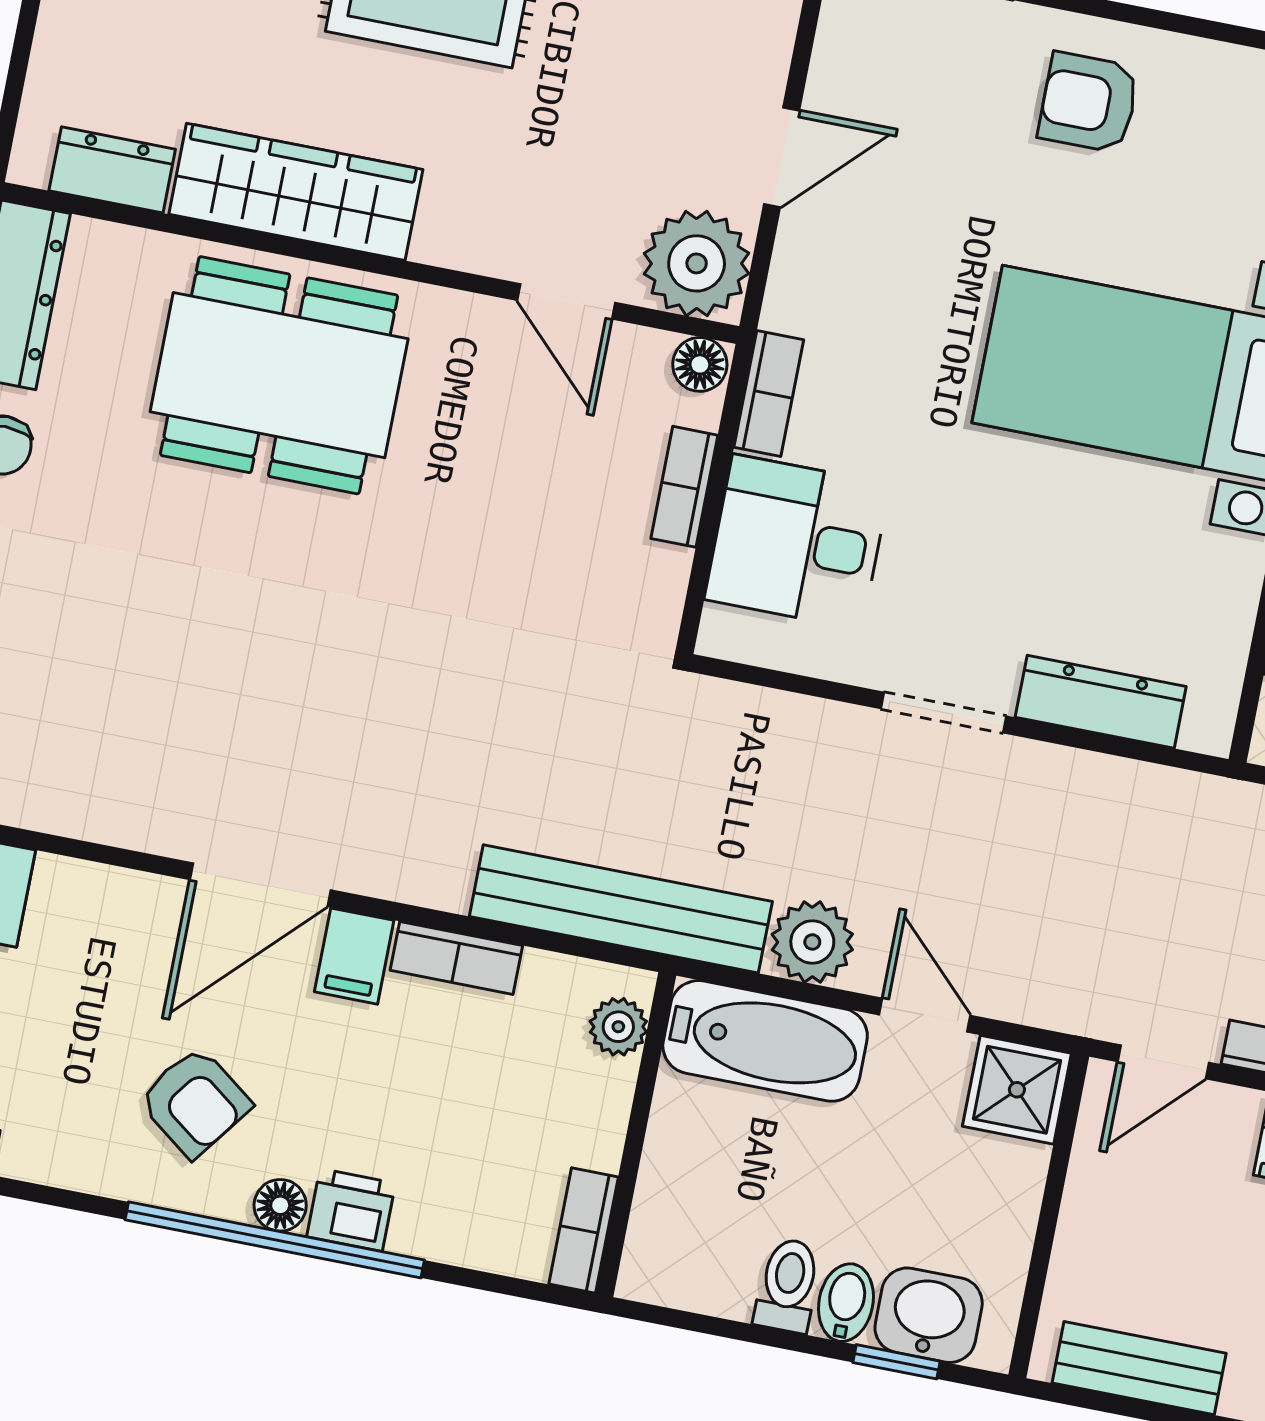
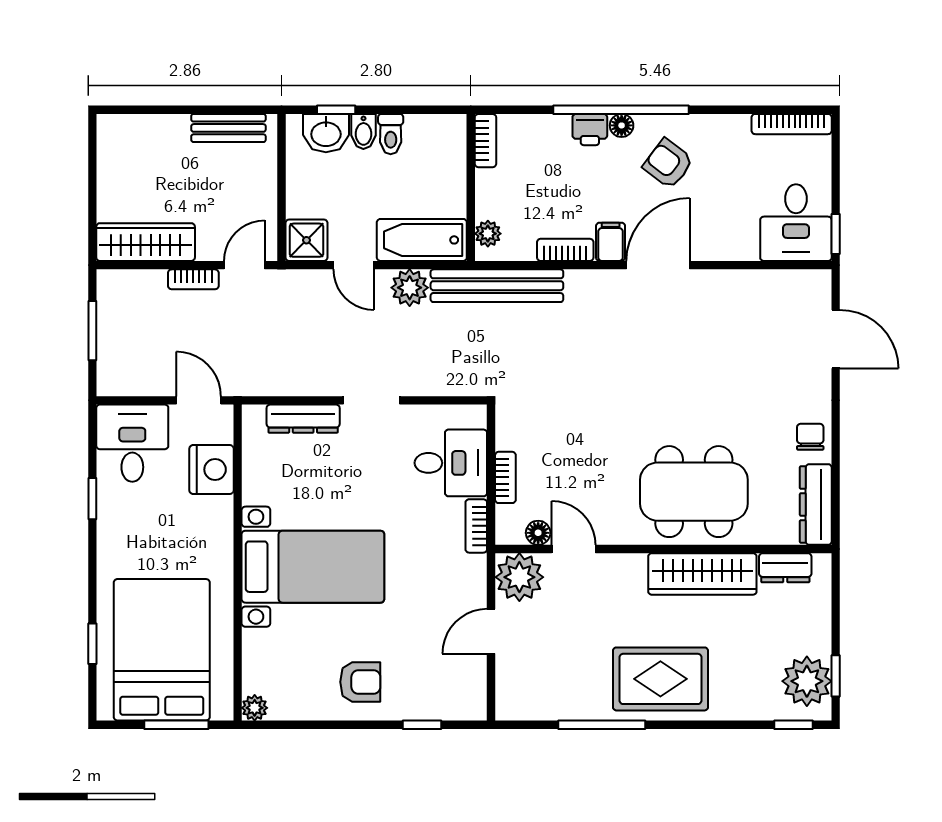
floor lamp: (700, 364) -> (538, 533), moved

